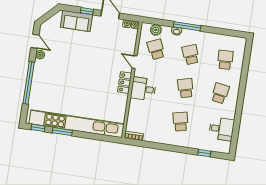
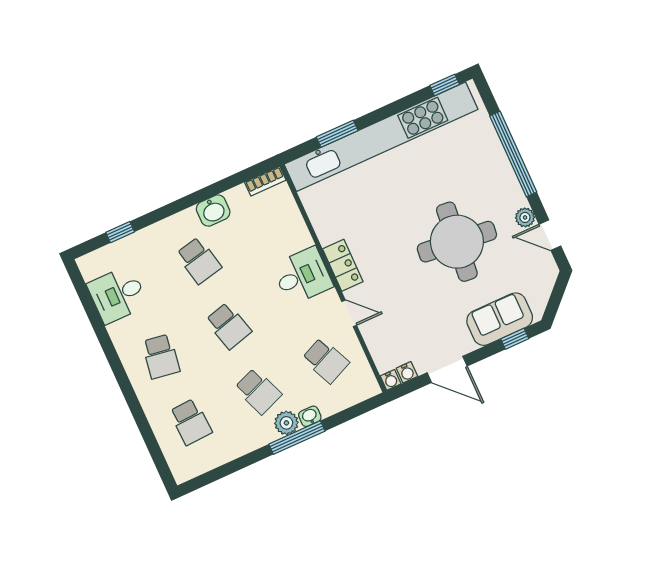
window: (87, 11) -> (515, 339), moved
plant: (156, 30) -> (286, 423), moved
round table: (73, 63) -> (457, 242), added
window: (62, 132) -> (337, 134), moved
washbasin: (162, 138) -> (213, 210), added

